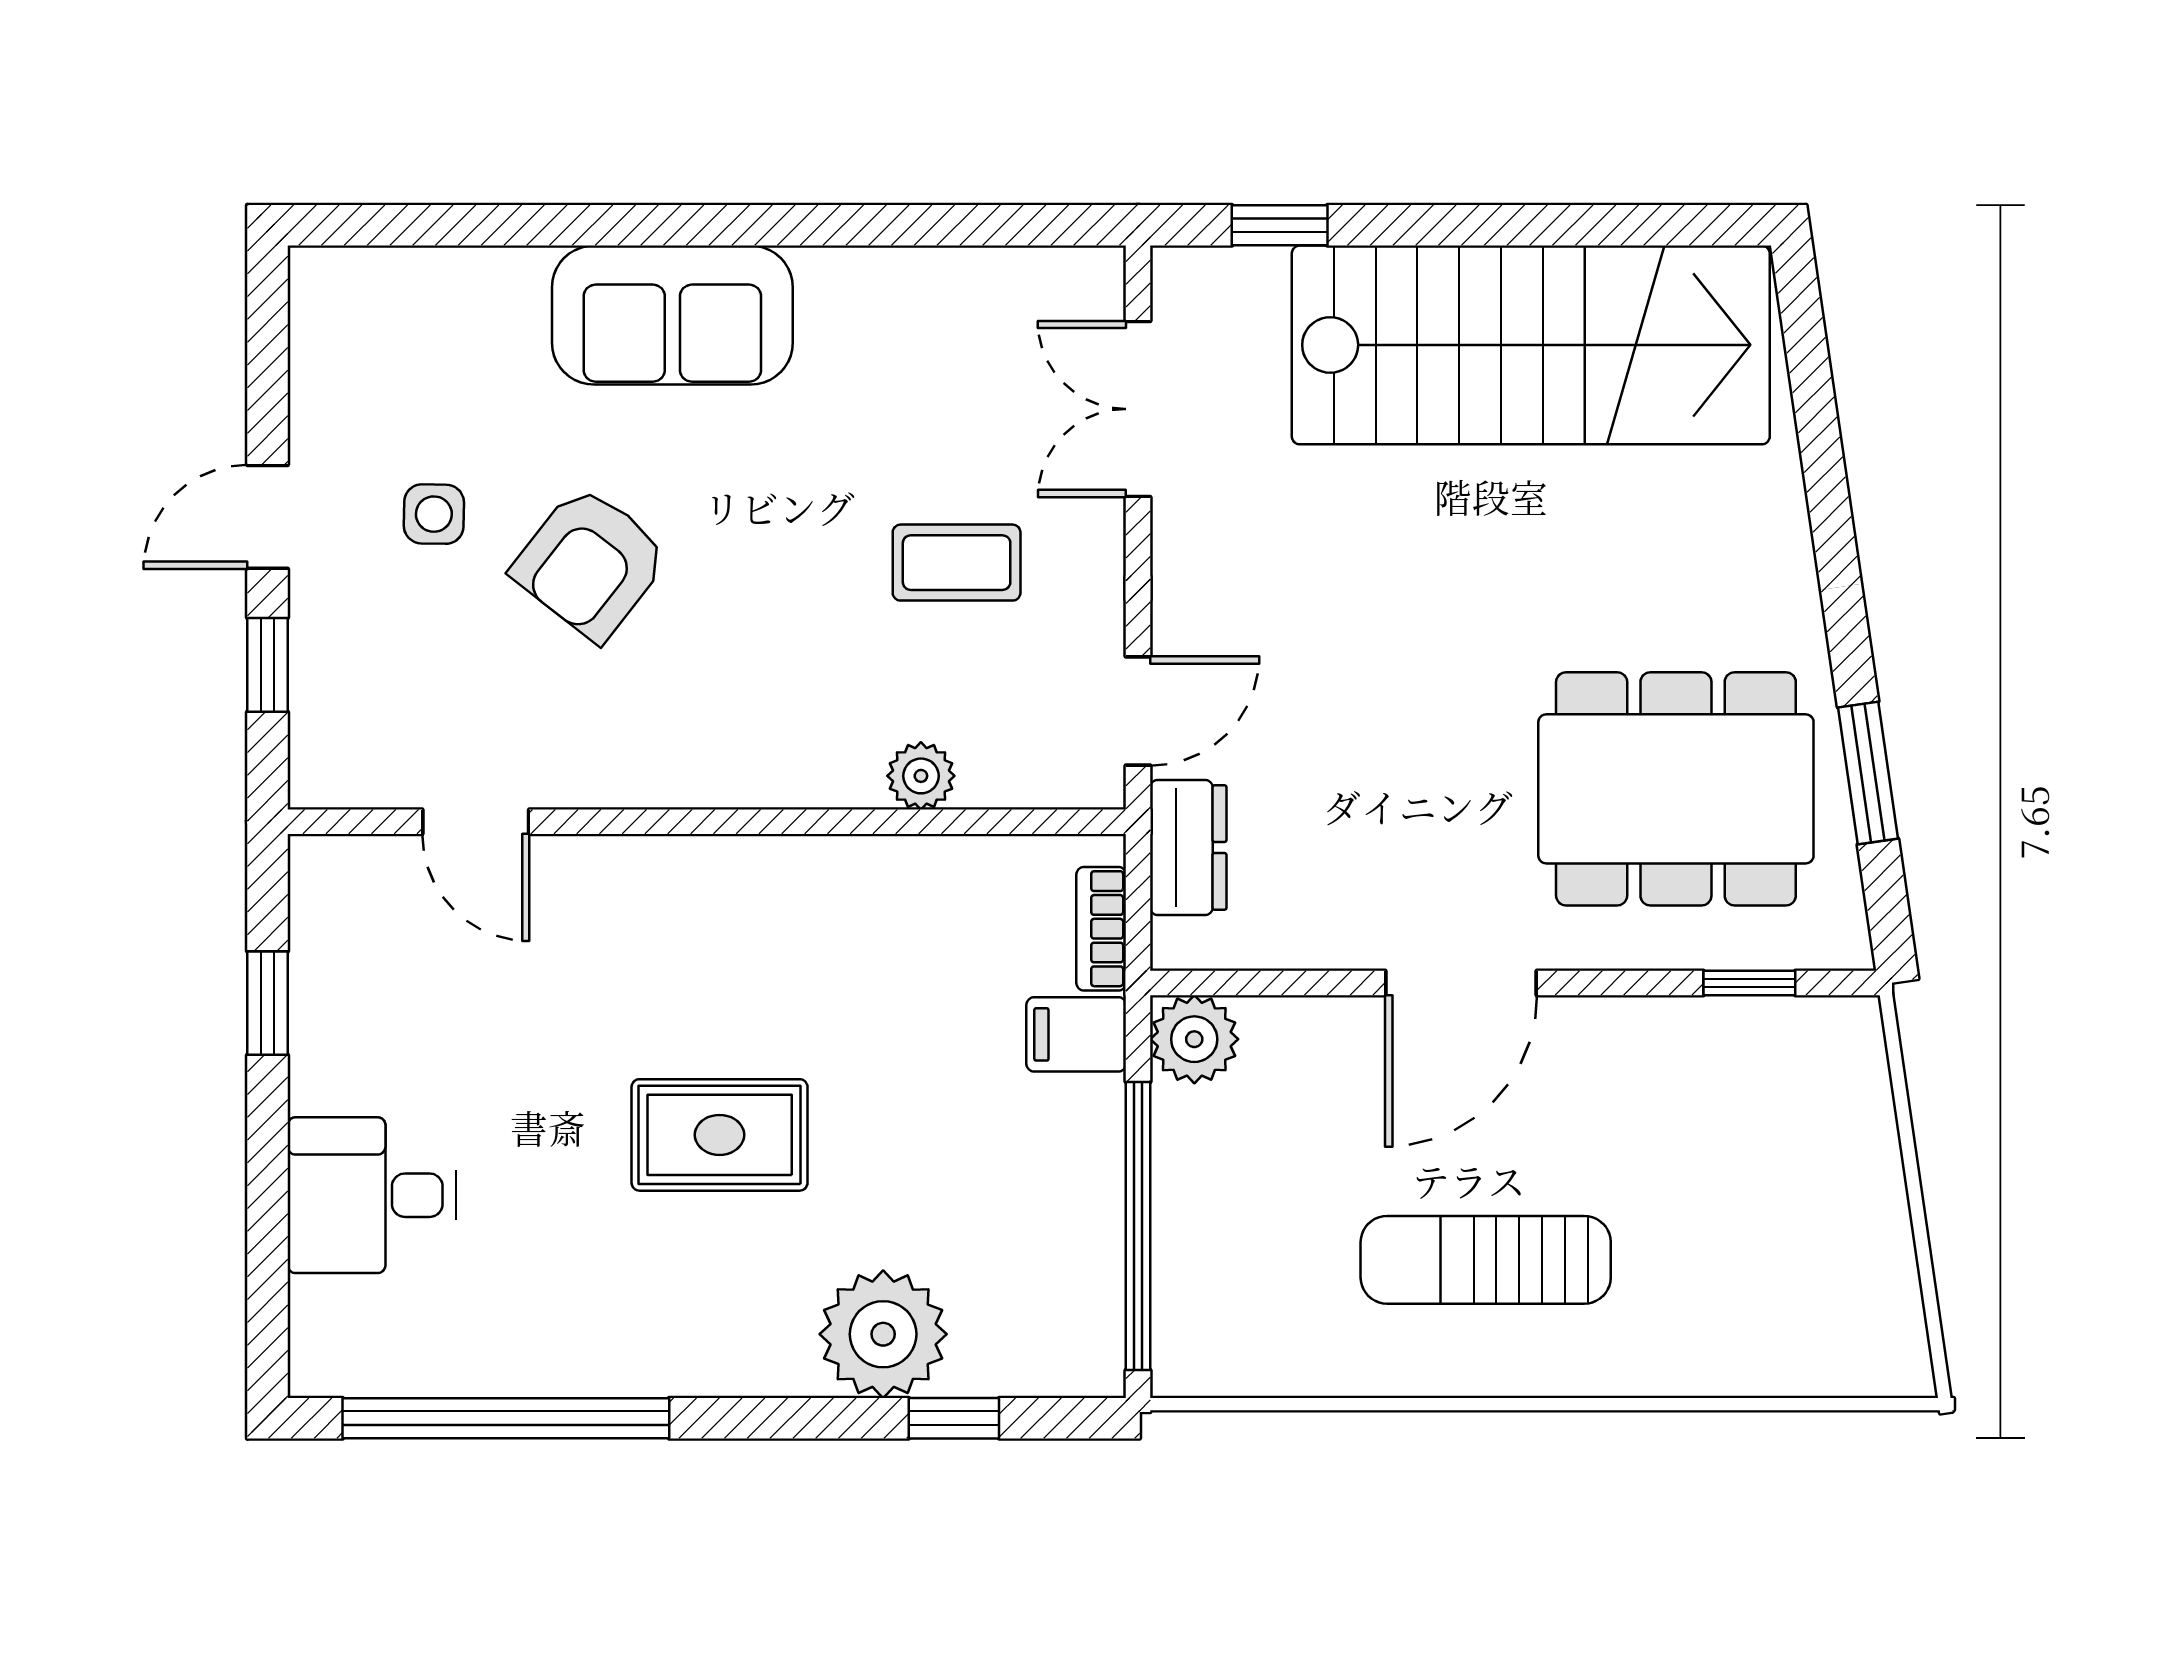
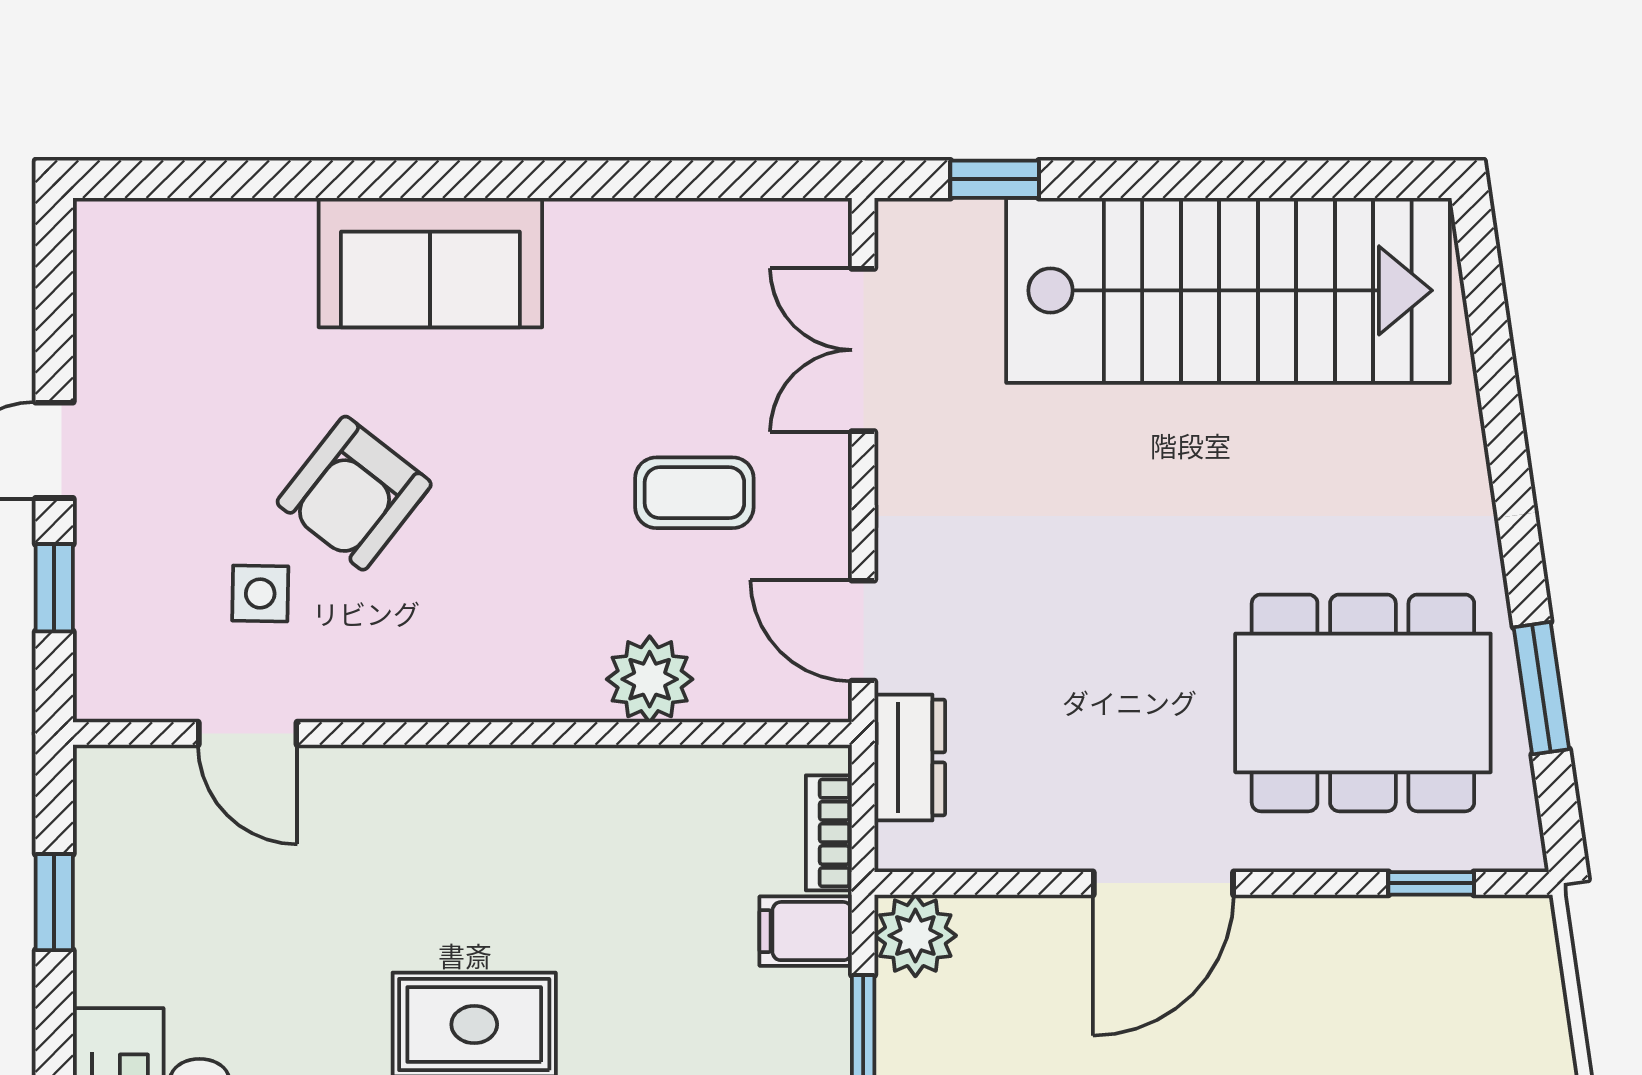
side table: (434, 514) -> (260, 593), moved
door: (1138, 711) -> (863, 631), swing flipped
plant: (921, 776) -> (650, 679), width x1.38, depth x1.38

